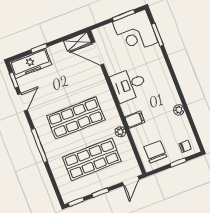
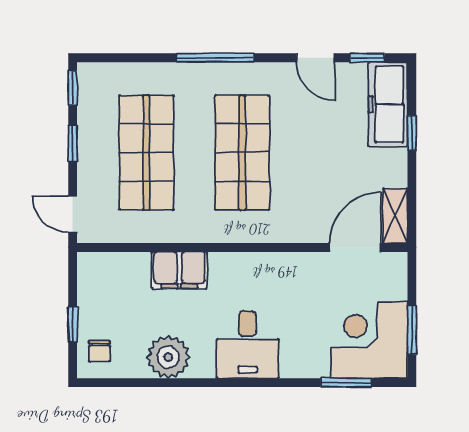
desk: (129, 85) -> (248, 345), moved, turned 180
plant: (179, 110) -> (168, 357), width x1.88, depth x1.88
filing cabinet: (135, 120) -> (179, 270), width x2.00
plant: (120, 132) -> (180, 232), removed
chair: (155, 152) -> (112, 287), removed

